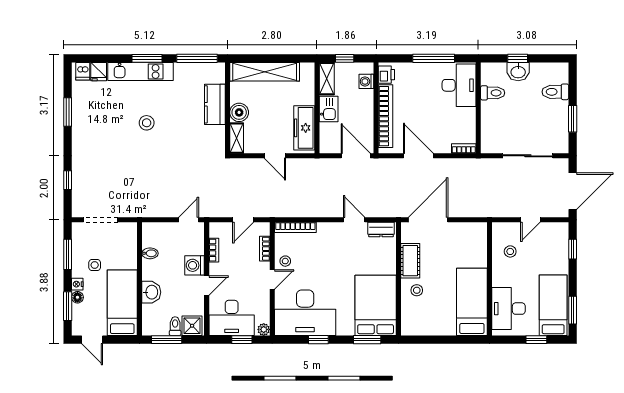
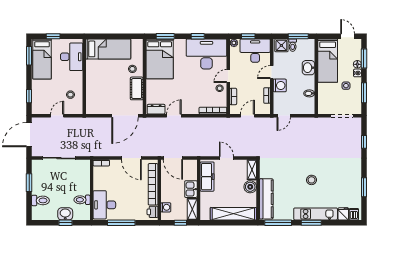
kitchen counter: (215, 104) -> (266, 199), width x1.50
door: (354, 220) -> (174, 116), swing flipped
bed: (472, 302) -> (108, 49), moved, turned -90

